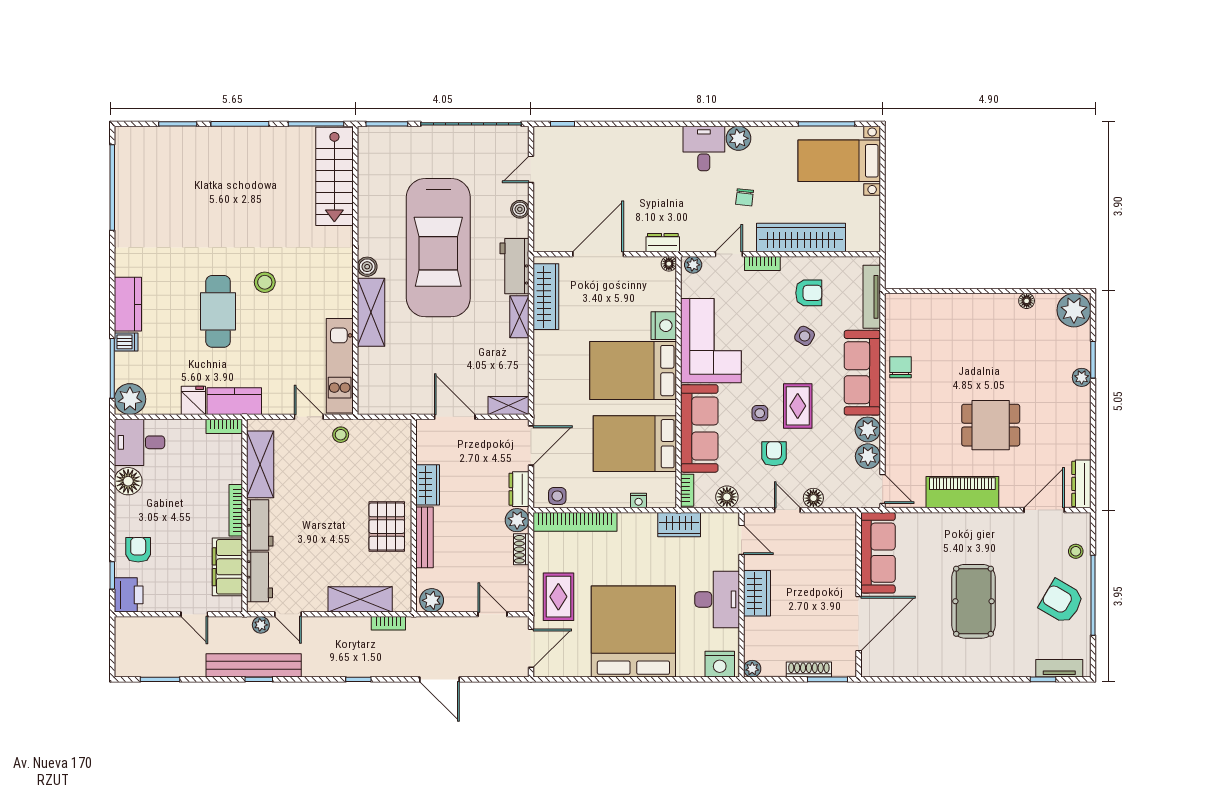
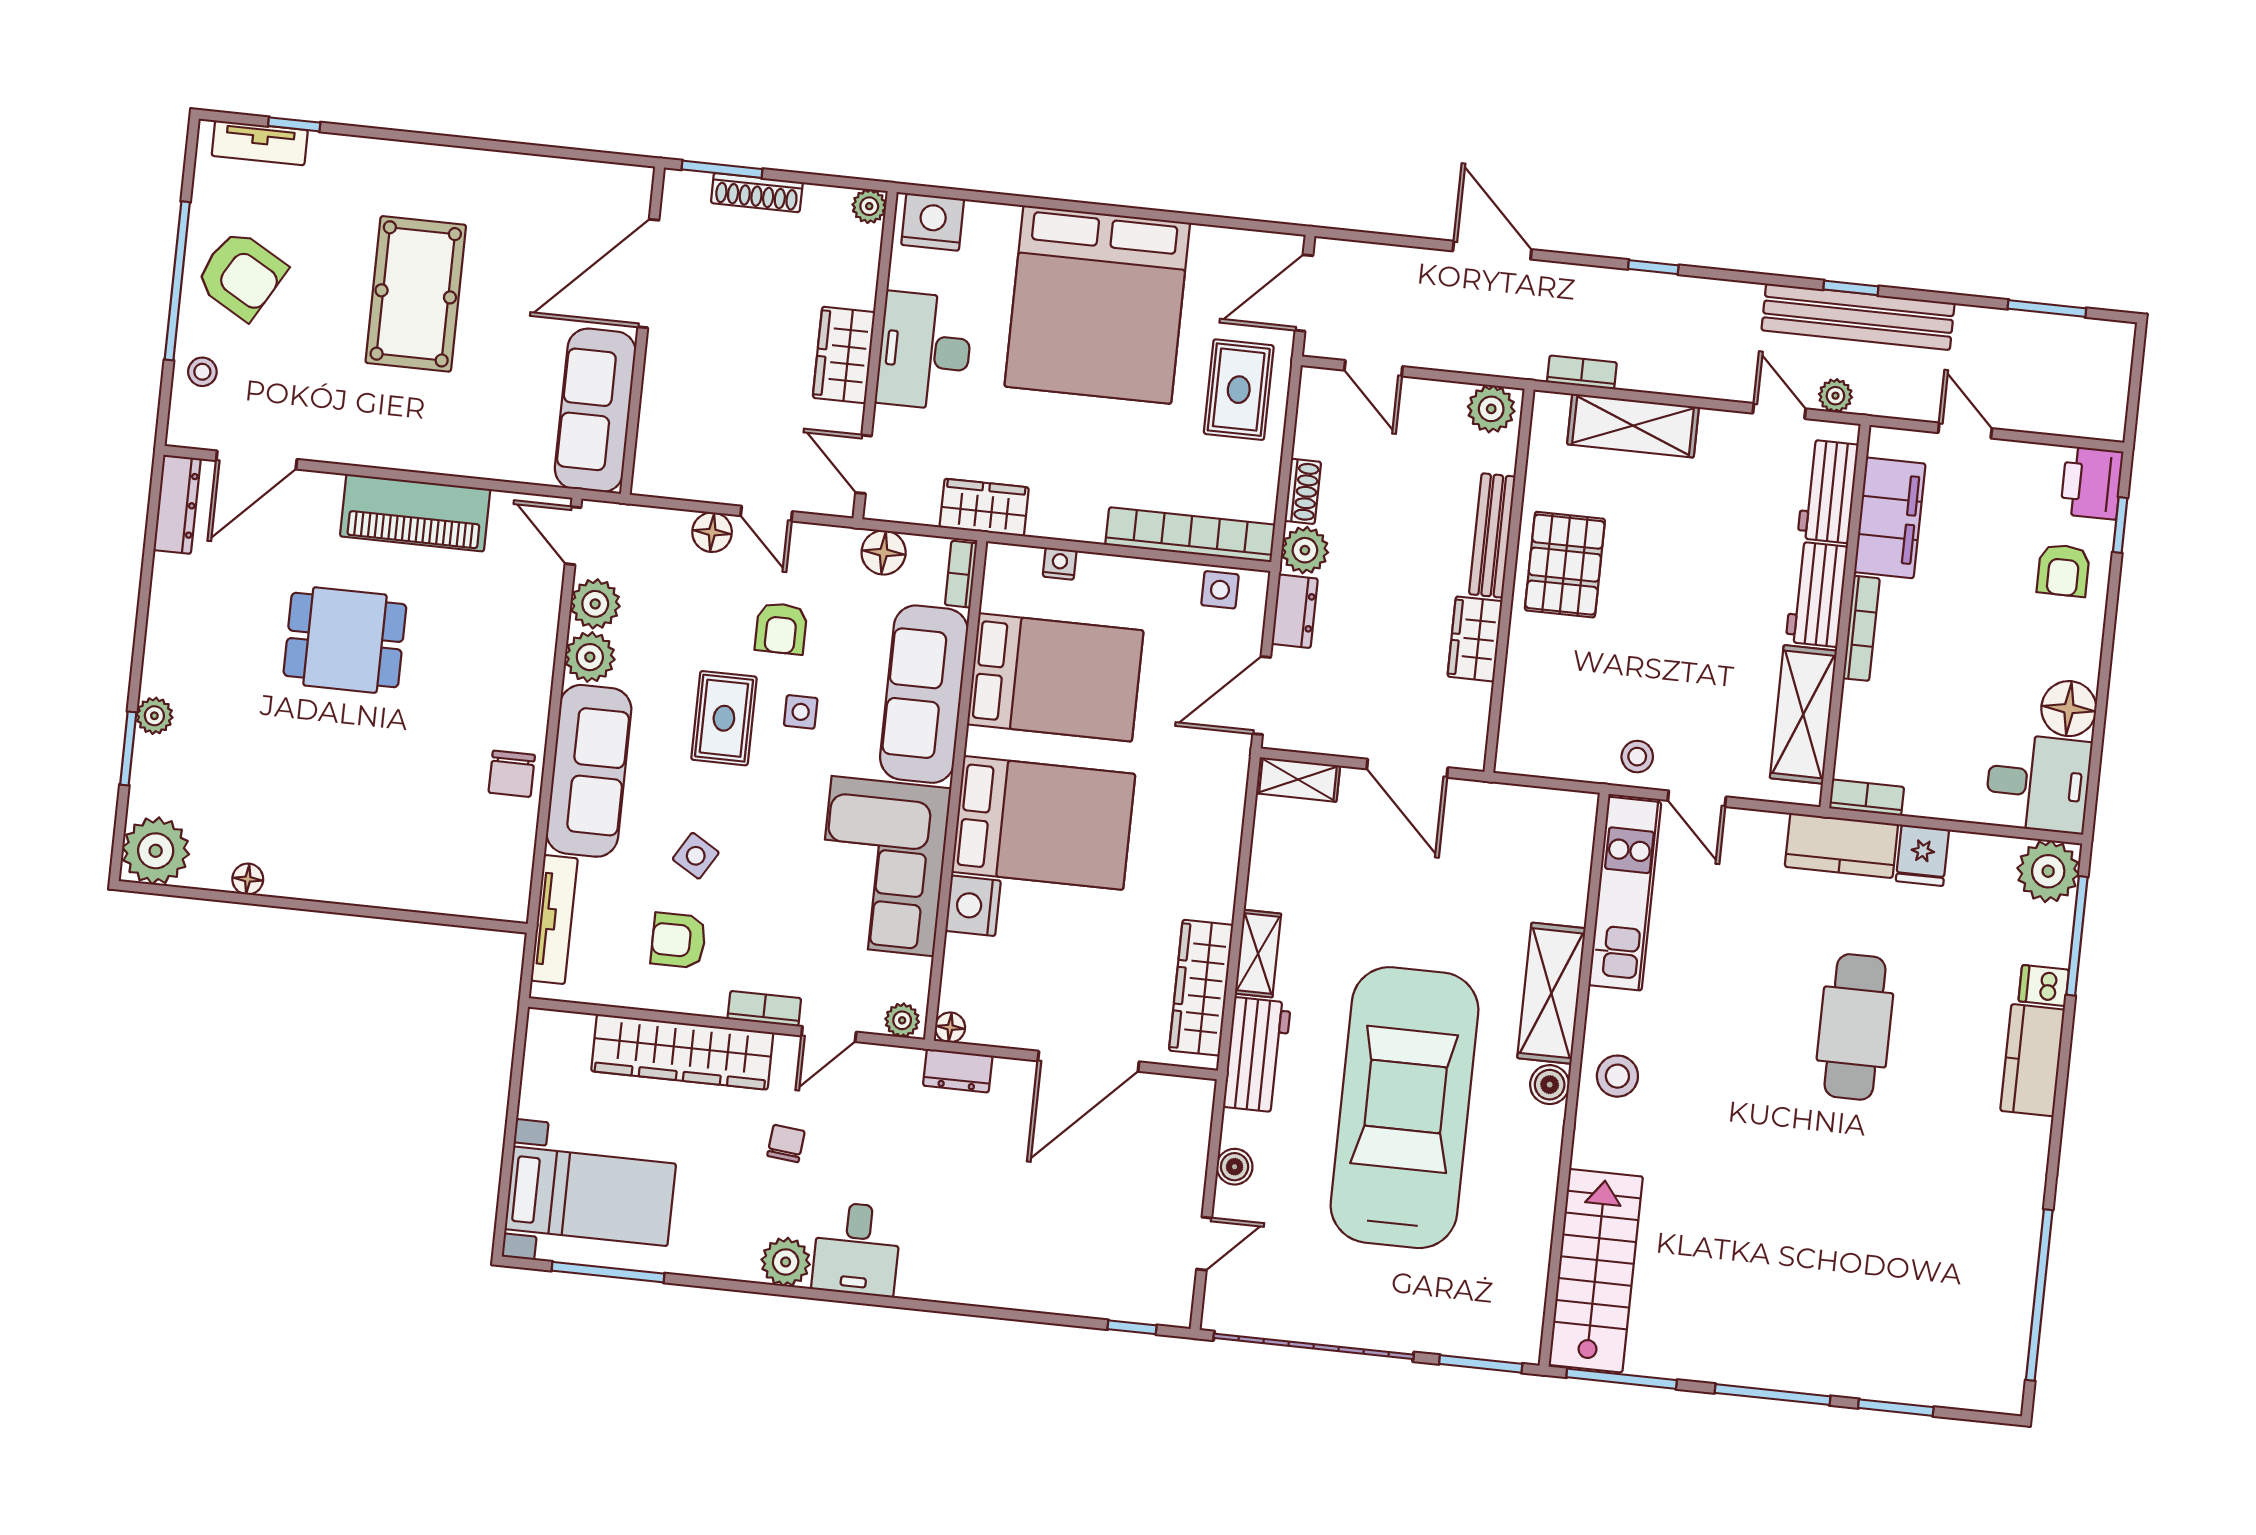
stool: (265, 282) -> (1617, 1076), moved

